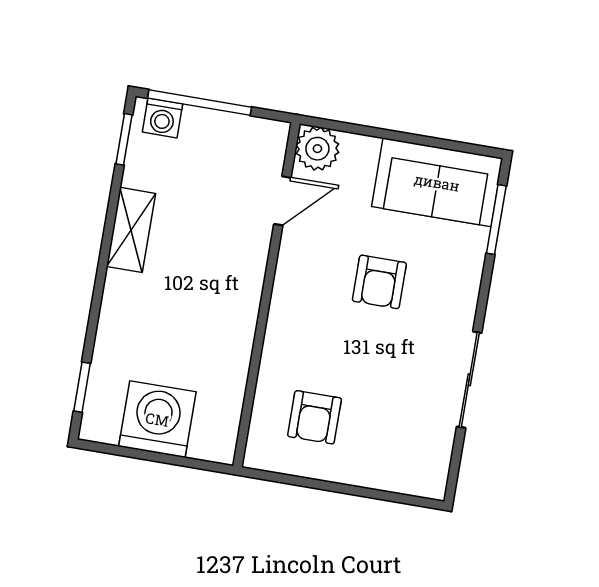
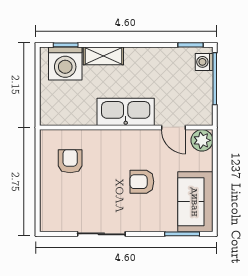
shelving: (131, 230) -> (103, 56), moved
kitchen sink: (235, 291) -> (126, 112), added
armchair: (315, 417) -> (70, 161), turned 90
washing machine: (157, 419) -> (65, 63), moved, turned 90

